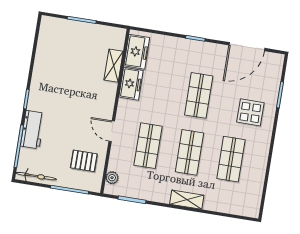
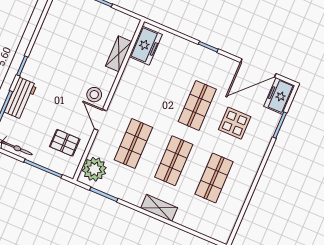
freezer: (131, 84) -> (279, 96), moved, turned 180
stool: (100, 109) -> (94, 95), added
display table: (250, 112) -> (235, 123), moved
plant: (112, 178) -> (94, 169), width x1.88, depth x1.88

